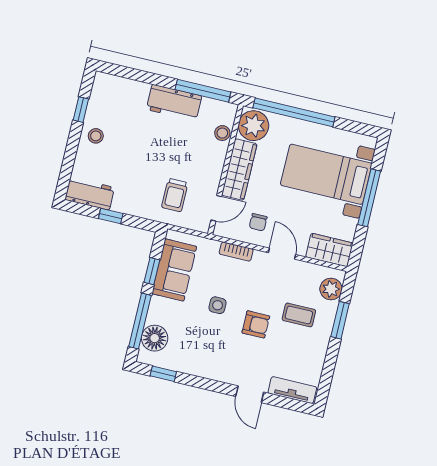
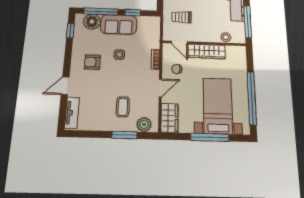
window: (294, 112) -> (252, 98), moved
plant: (254, 126) -> (235, 55), removed
sofa: (174, 270) -> (119, 25), moved
armchair: (256, 324) -> (92, 62), moved, turned 90

